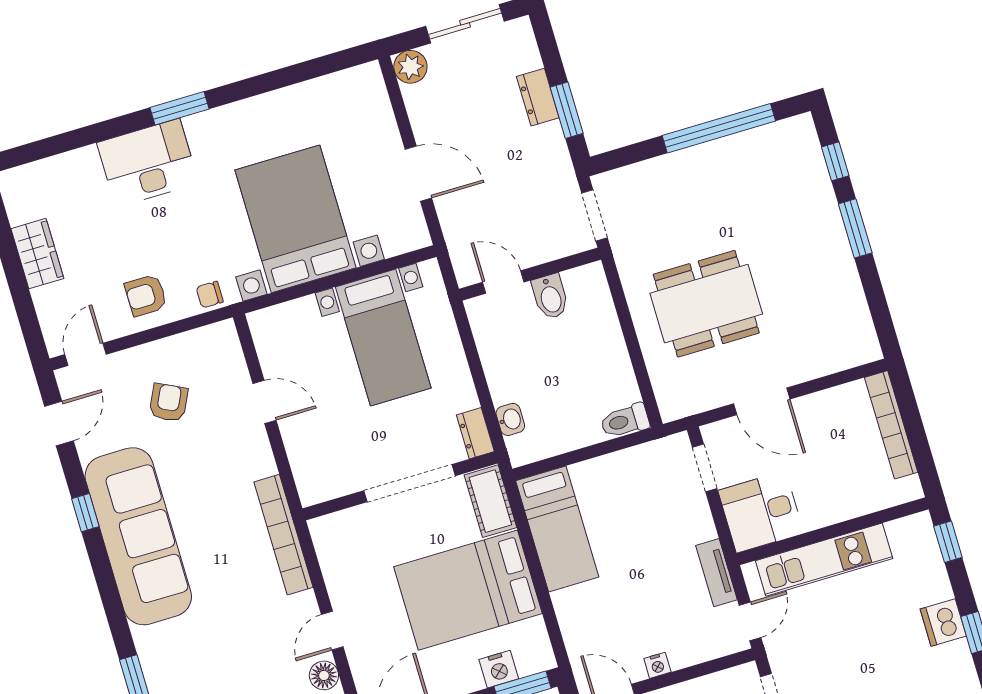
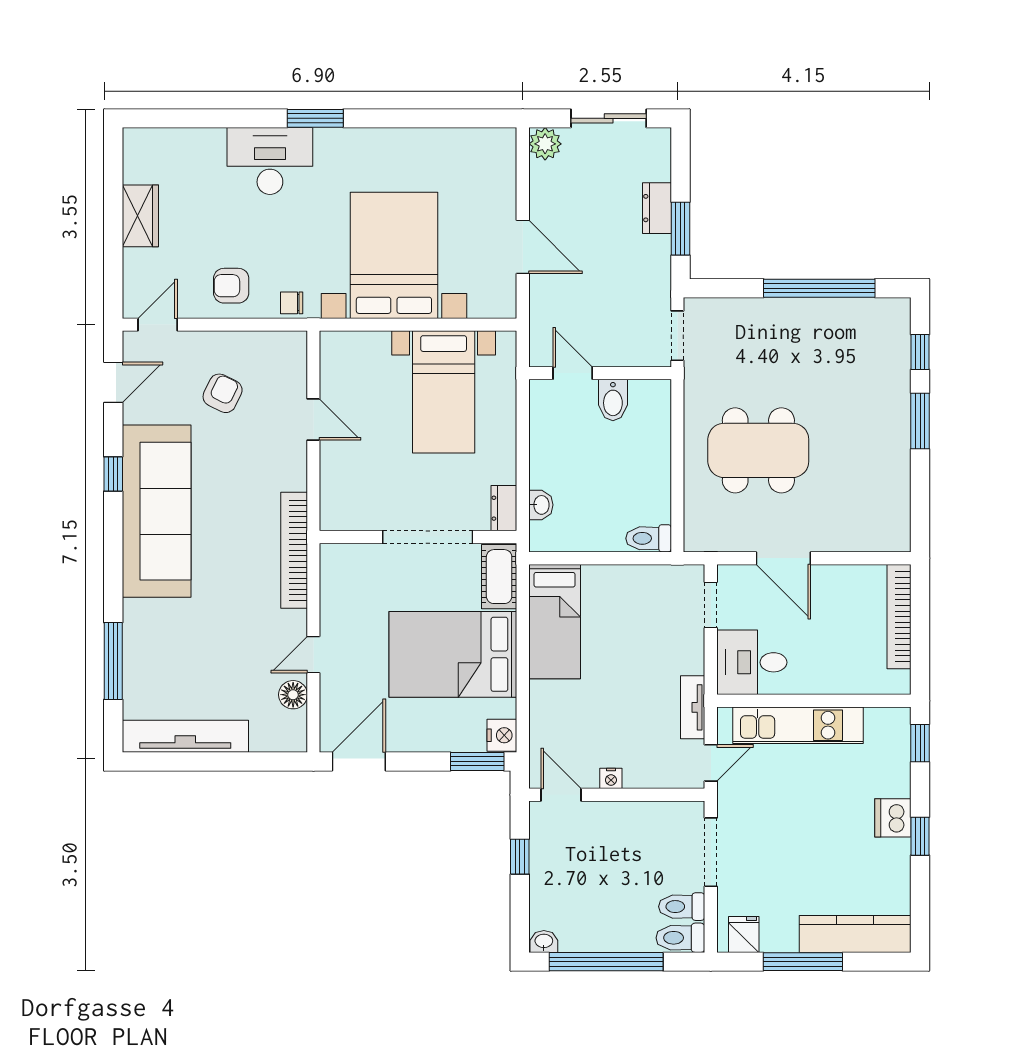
nightstand: (499, 669) -> (502, 735), moved, turned -90

